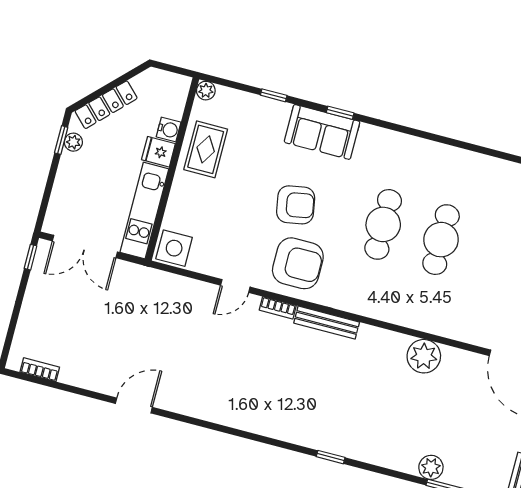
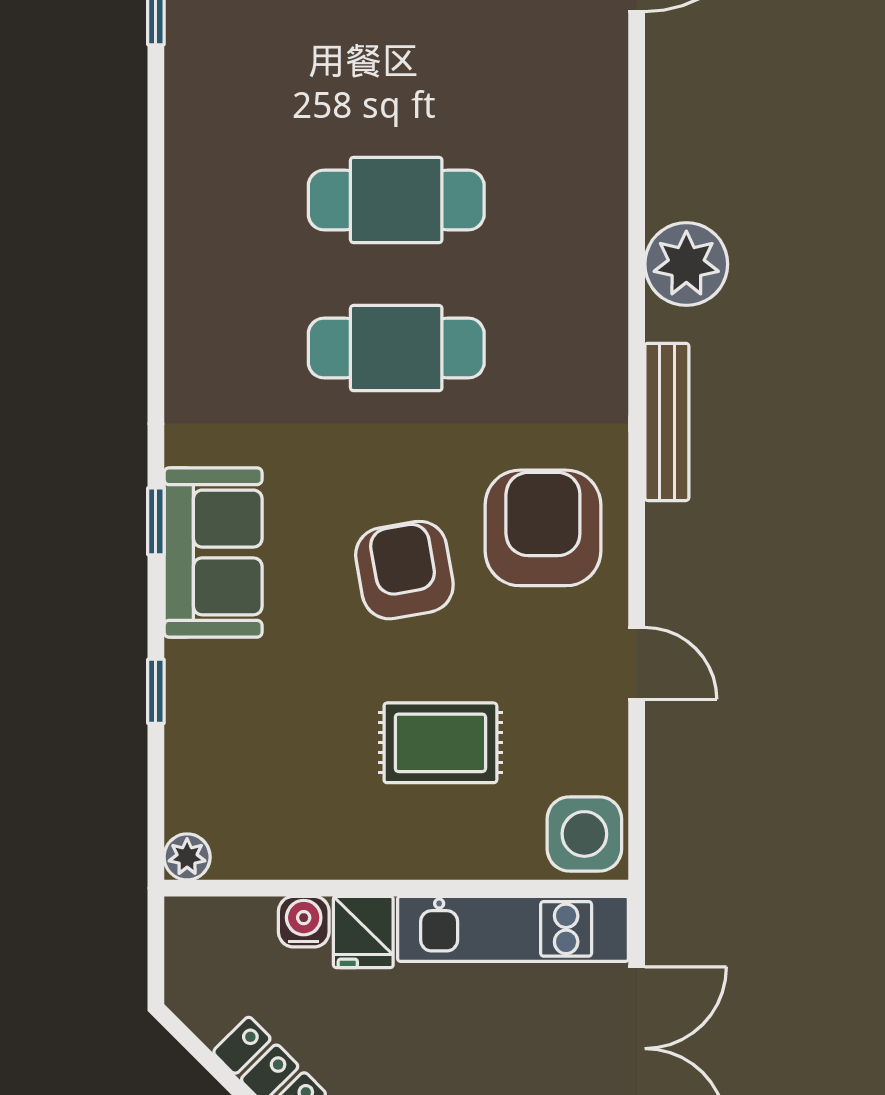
rug: (206, 149) -> (440, 743), moved
bookcase: (278, 308) -> (662, 548), removed
plant: (424, 356) -> (686, 264), moved

